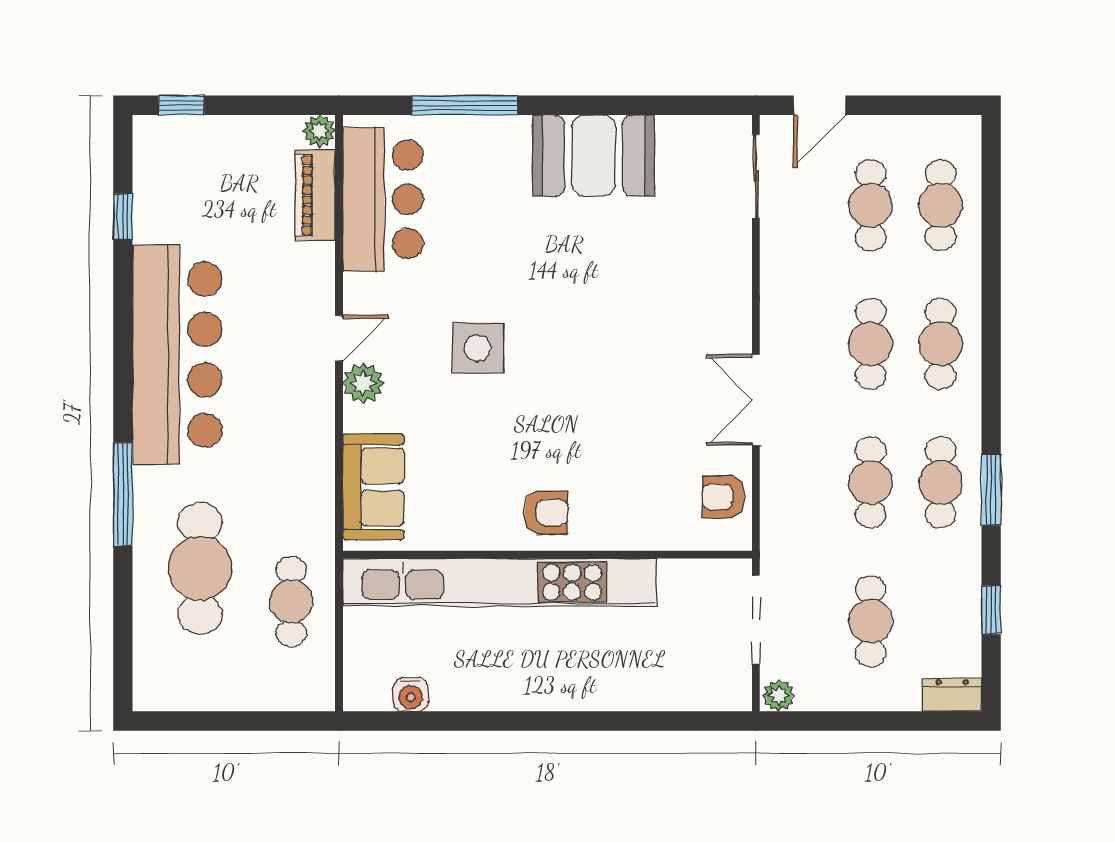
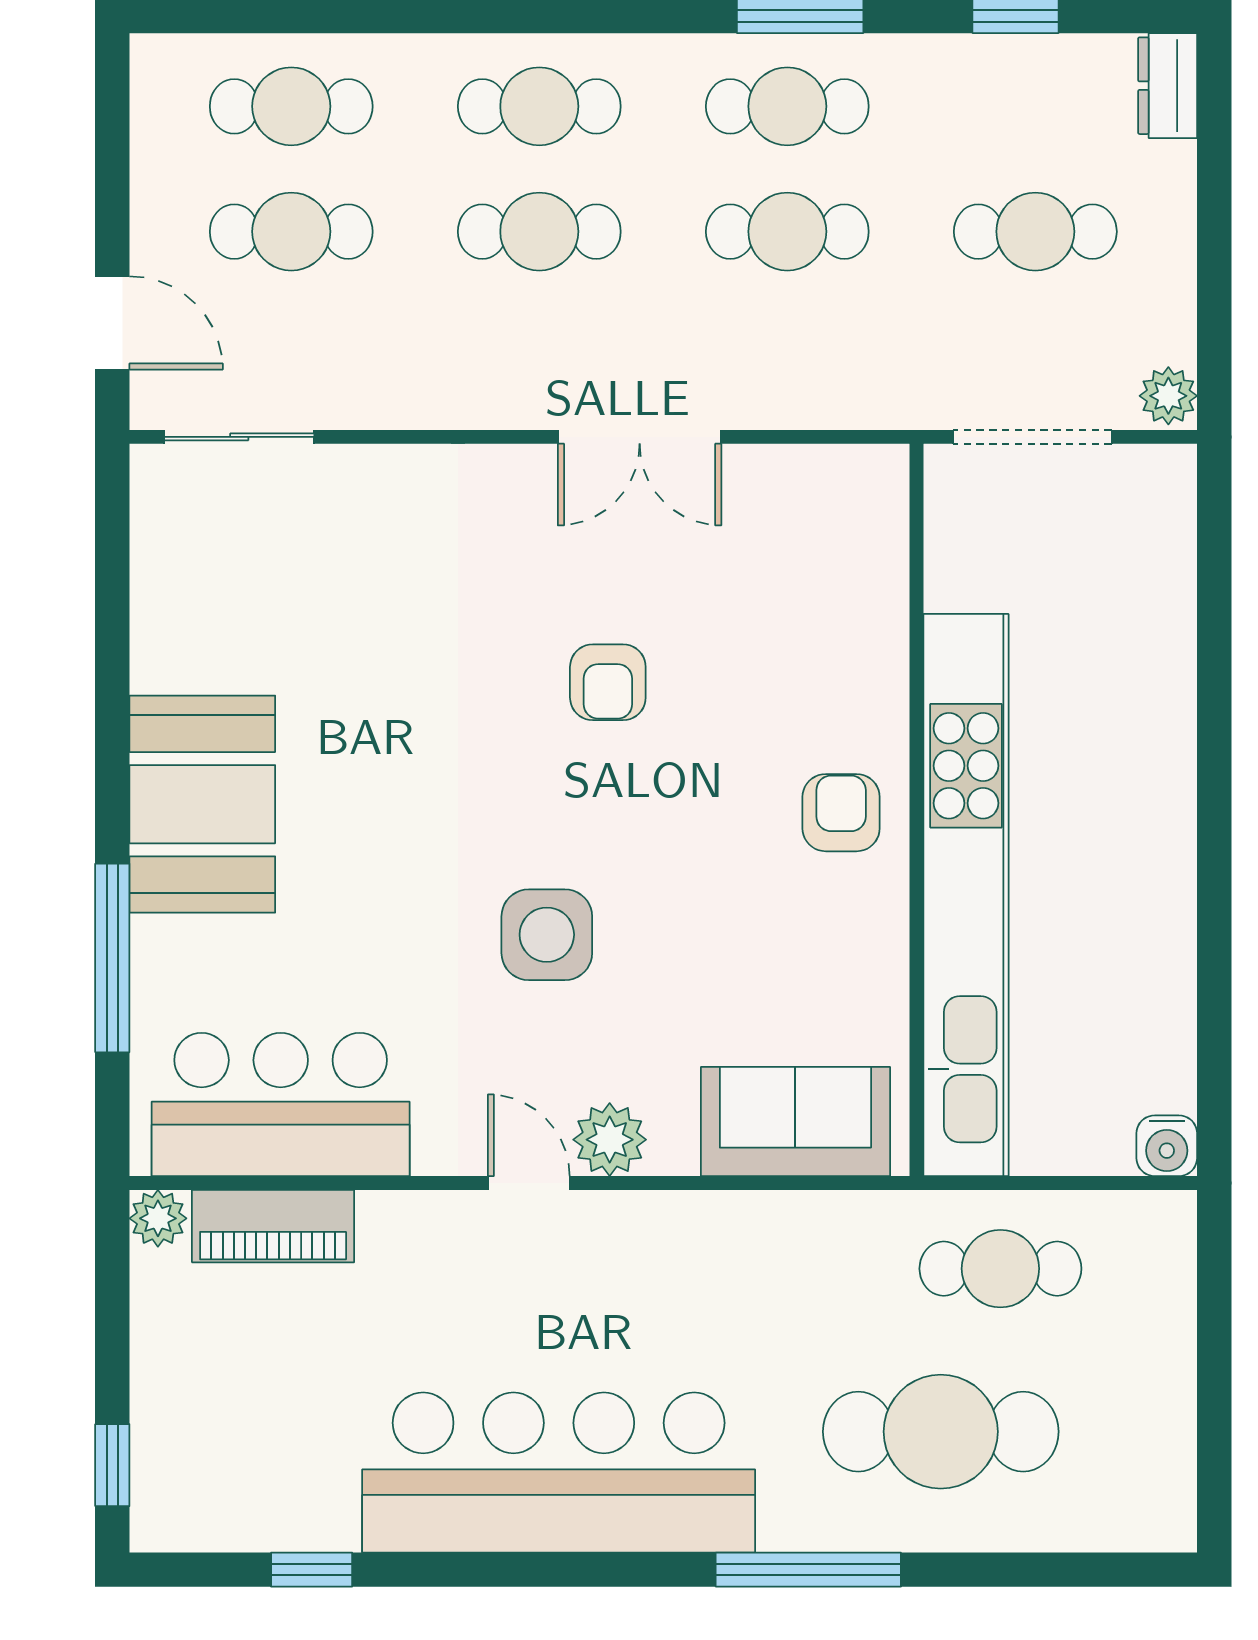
booth: (594, 156) -> (202, 804), moved
armchair: (723, 497) -> (608, 682), moved
water cooler: (411, 695) -> (1167, 1146), moved, turned 90

